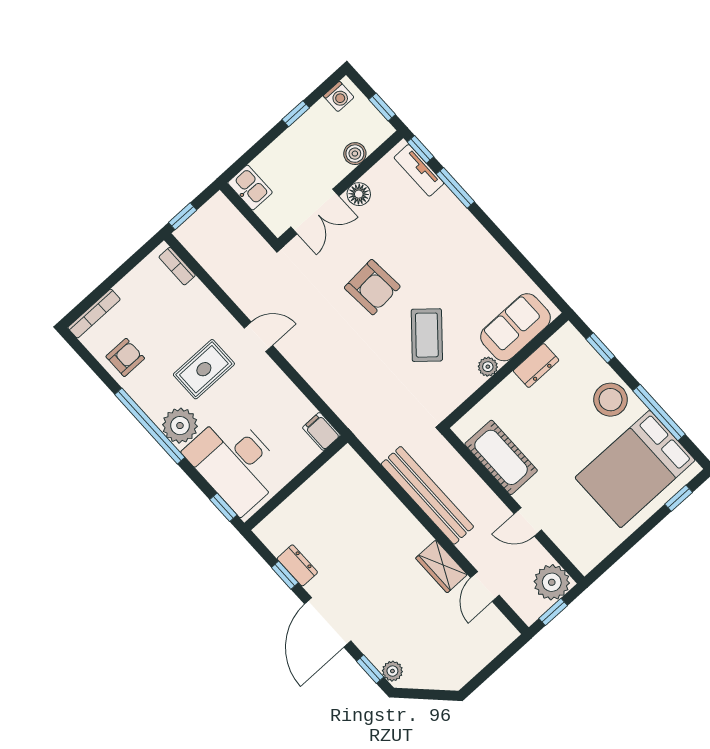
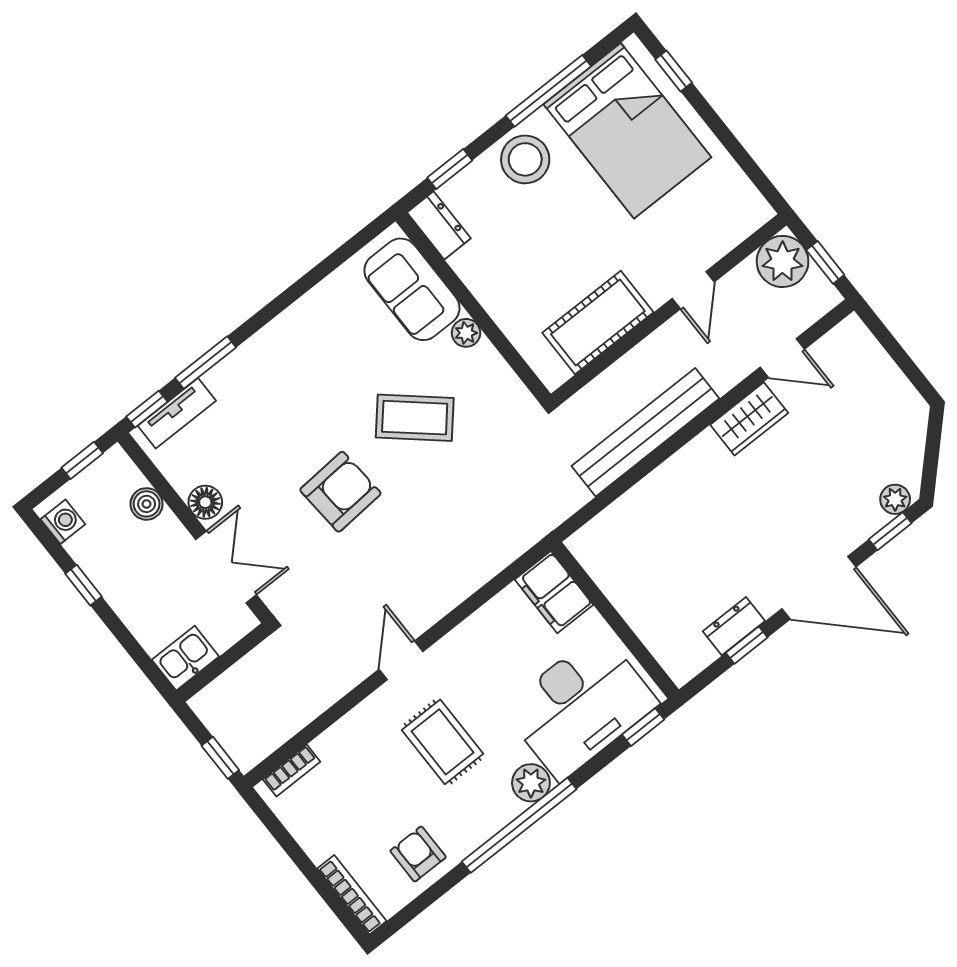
dresser: (536, 366) -> (439, 225), moved
plant: (180, 426) -> (531, 783), width x0.73, depth x0.73
filing cabinet: (321, 431) -> (554, 592), width x2.00

